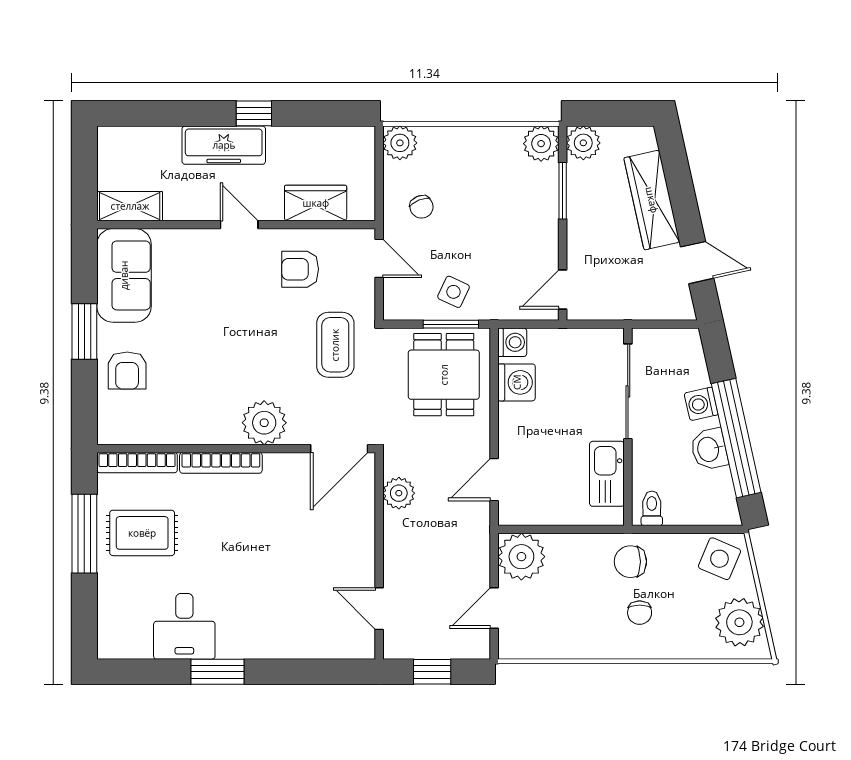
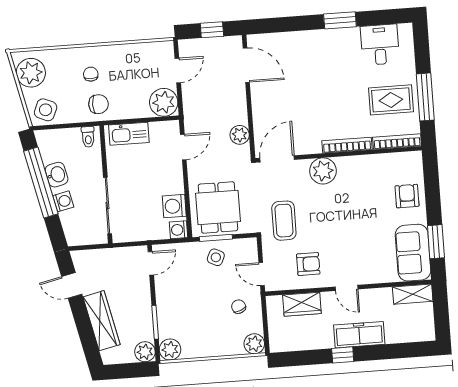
window: (84, 332) -> (436, 242), moved
kitchen sink: (607, 474) -> (129, 134), moved, turned 90
door: (379, 609) -> (246, 65), width x1.38
desk: (184, 626) -> (380, 45), moved

